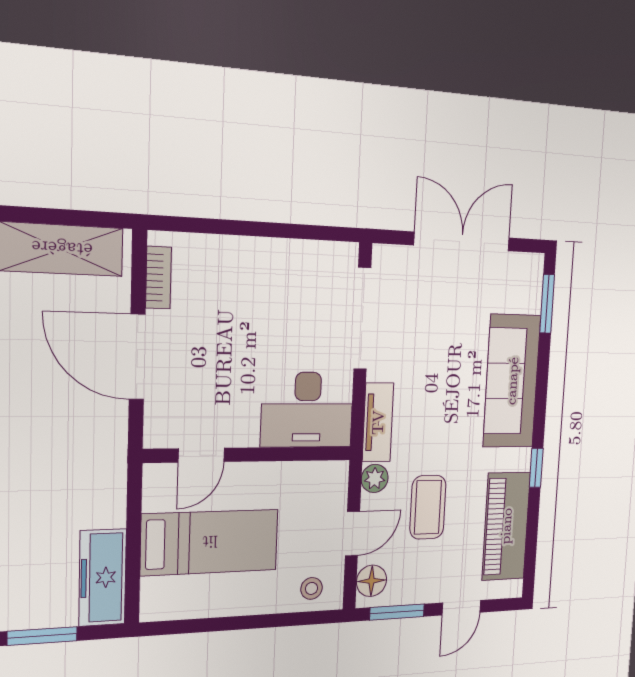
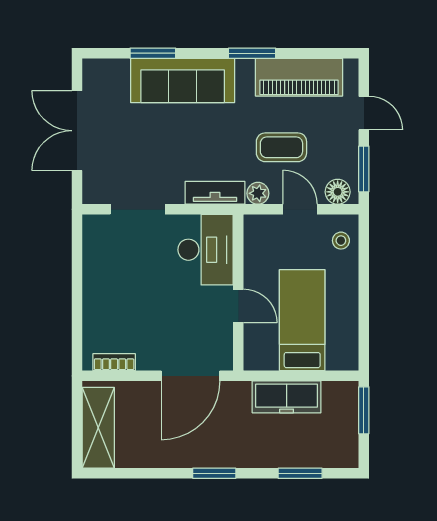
window: (547, 304) -> (153, 53), moved
doorway: (362, 319) -> (138, 209), width x0.73
door: (137, 357) -> (190, 376), moved
door: (201, 455) -> (238, 306), moved
window: (536, 468) -> (252, 53), width x1.50
freezer: (103, 578) -> (287, 397), moved
window: (42, 636) -> (364, 410), moved

